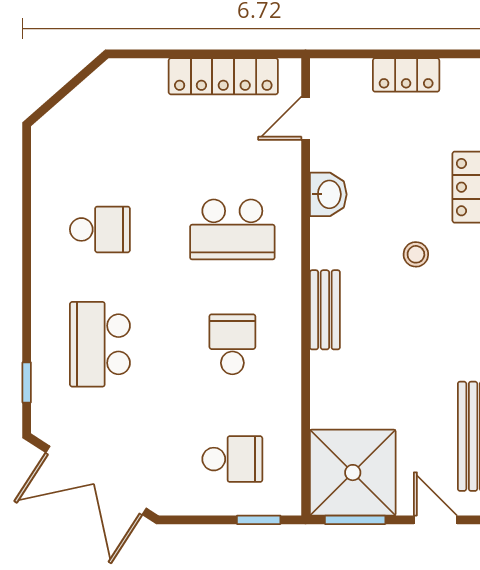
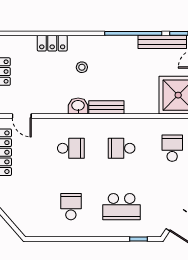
washbasin: (328, 194) -> (78, 106), moved
school desk: (232, 229) -> (71, 148), width x0.54

